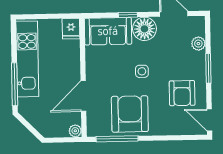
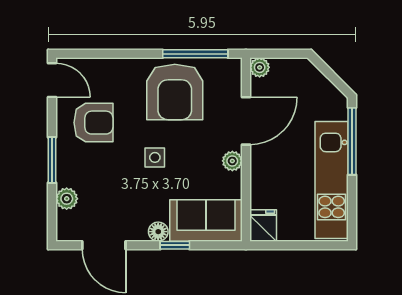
floor lamp: (144, 29) -> (158, 232), width x0.53, depth x0.53
plant: (92, 70) -> (232, 161), added
armchair: (182, 93) -> (93, 123), turned 90

